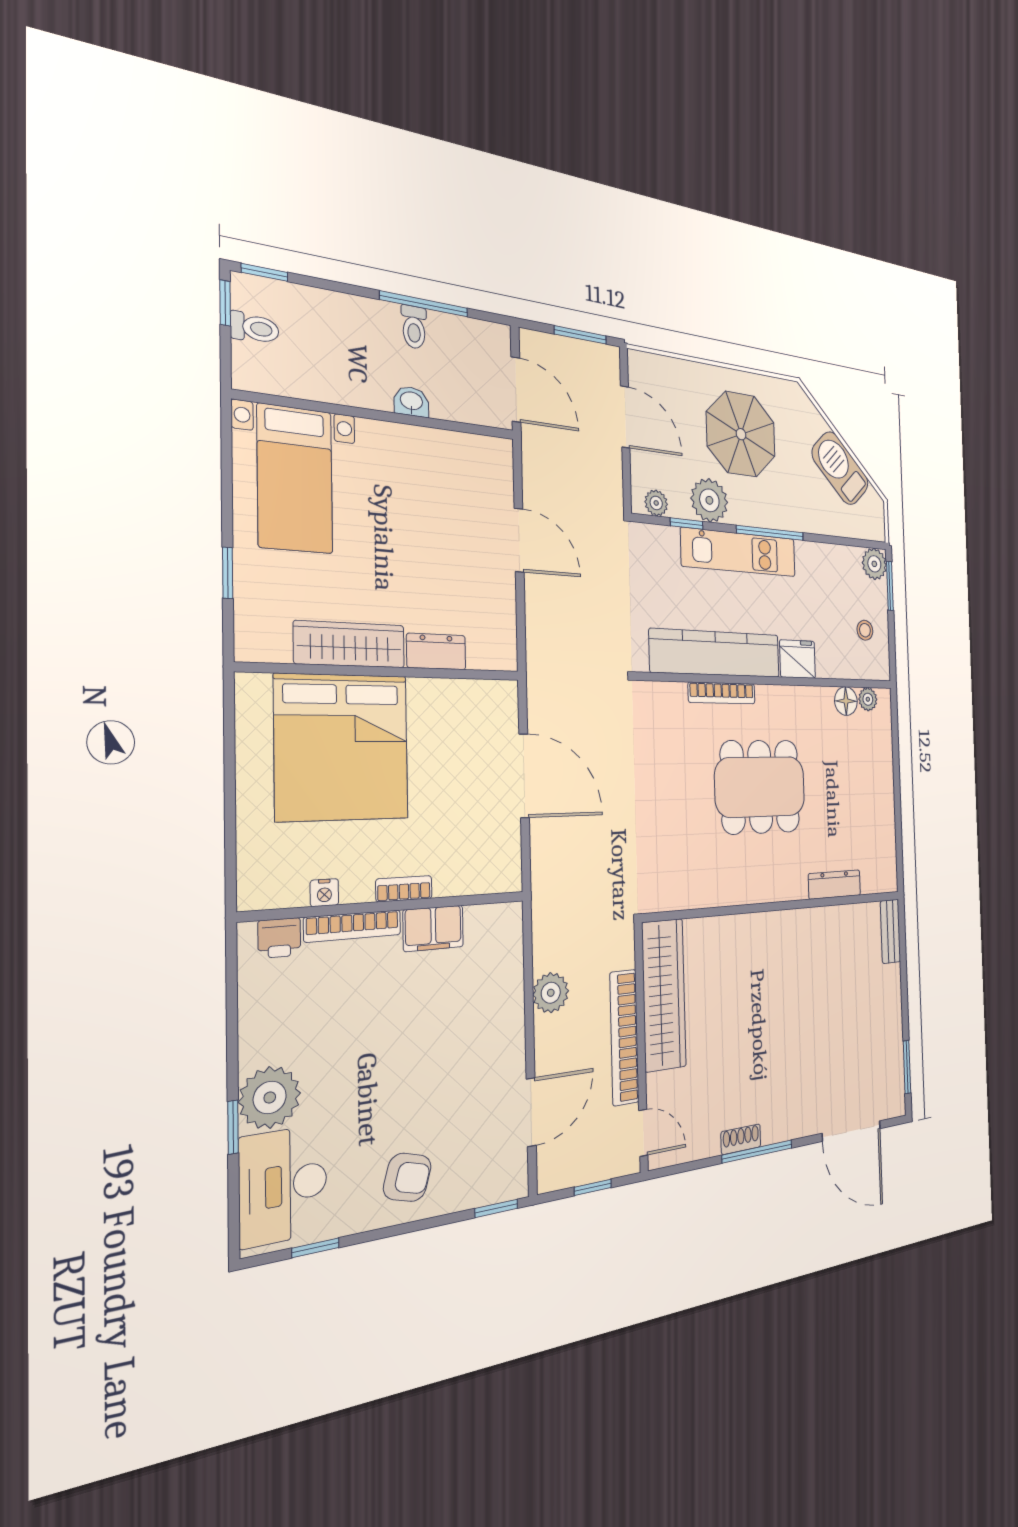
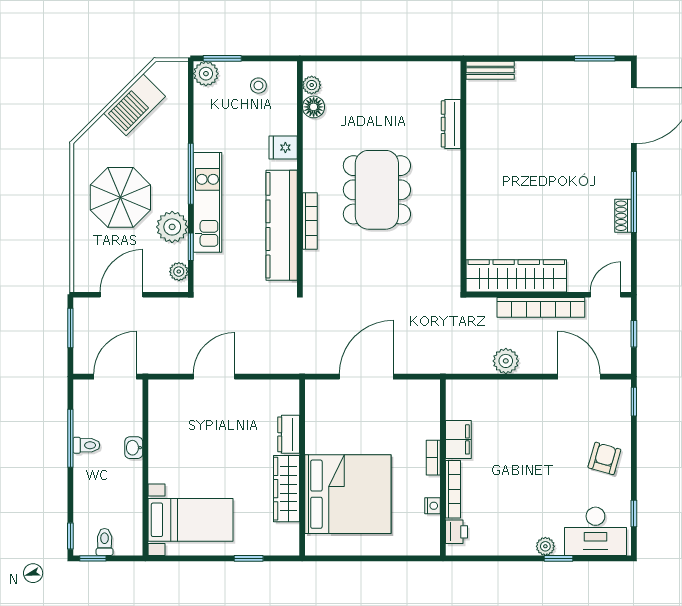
fridge: (798, 659) -> (283, 148), width x0.72
plant: (270, 1097) -> (545, 546), width x0.53, depth x0.53

